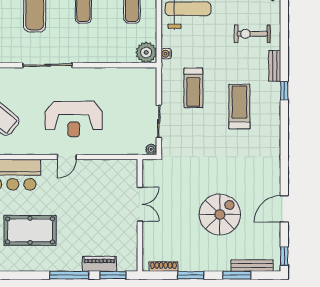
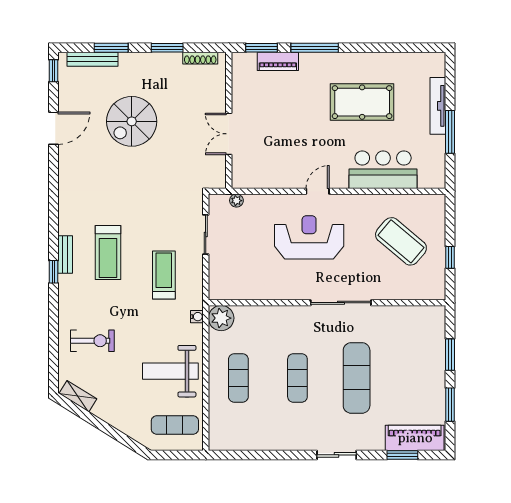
bench: (275, 66) -> (65, 254), moved
plant: (151, 149) -> (236, 201), moved

